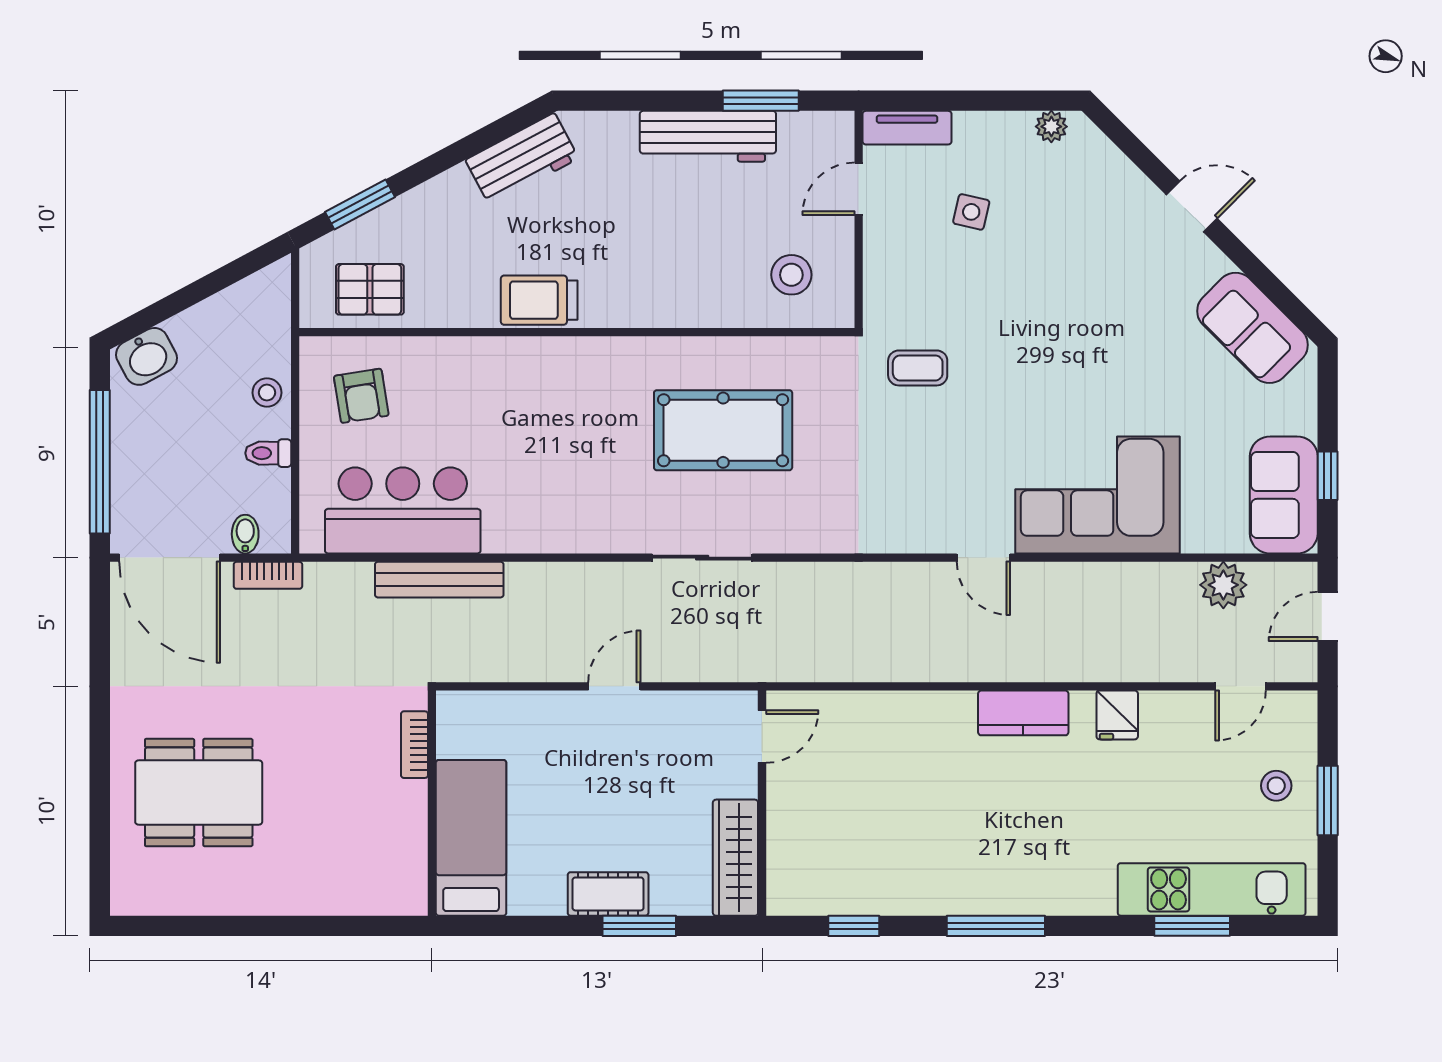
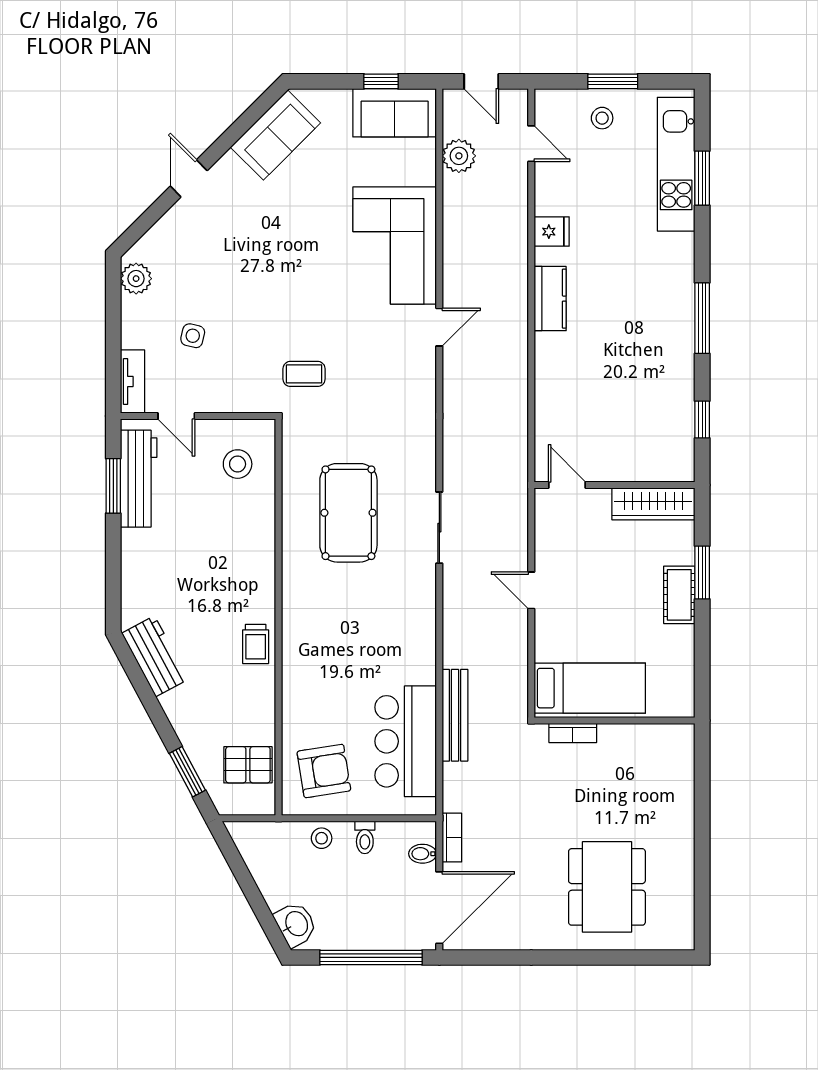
plant: (1051, 127) -> (136, 279), width x1.38, depth x1.38
workbench: (708, 136) -> (139, 479), moved
pallet: (370, 289) -> (248, 765), turned 90
trolley: (539, 300) -> (256, 644), width x0.73, depth x0.72
coffee table: (918, 368) -> (304, 374), turned 90
armchair: (361, 396) -> (324, 771), width x1.38, depth x1.38
bed: (471, 838) -> (590, 688), moved, turned 180

